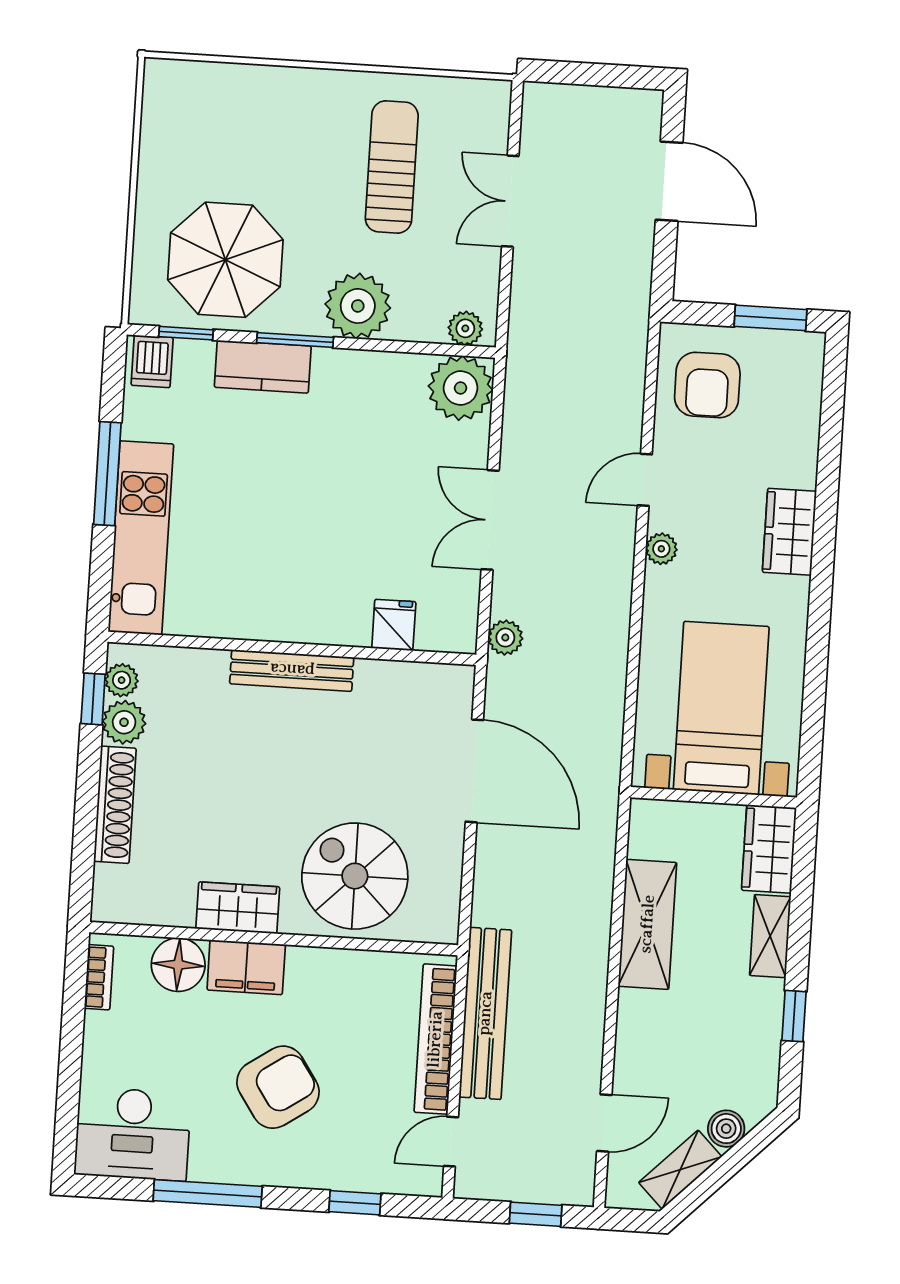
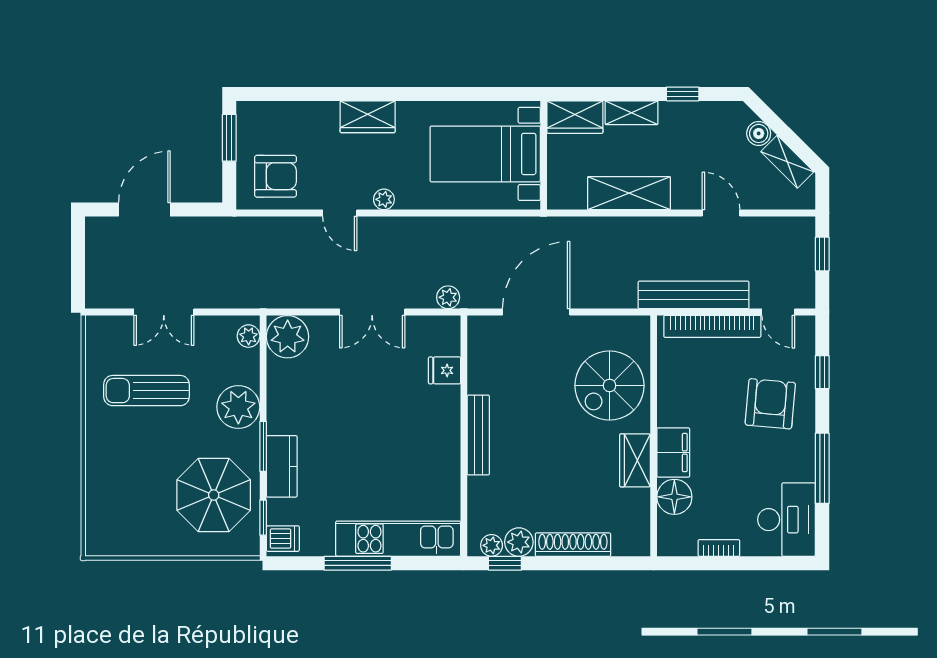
bookcase: (99, 977) -> (719, 548), moved
armchair: (278, 1087) -> (770, 404), moved, turned 39
door: (604, 1123) -> (721, 213), moved

